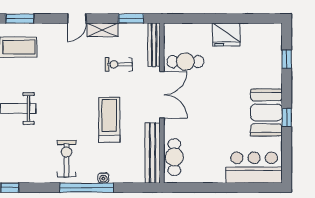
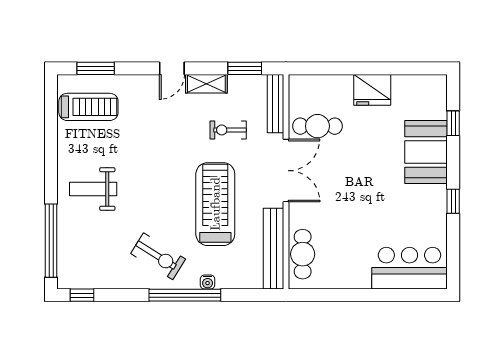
booth: (266, 112) -> (426, 152), moved
treadmill: (109, 120) -> (215, 204), width x1.37, depth x1.38
exercise bike: (67, 159) -> (158, 256), turned 122

